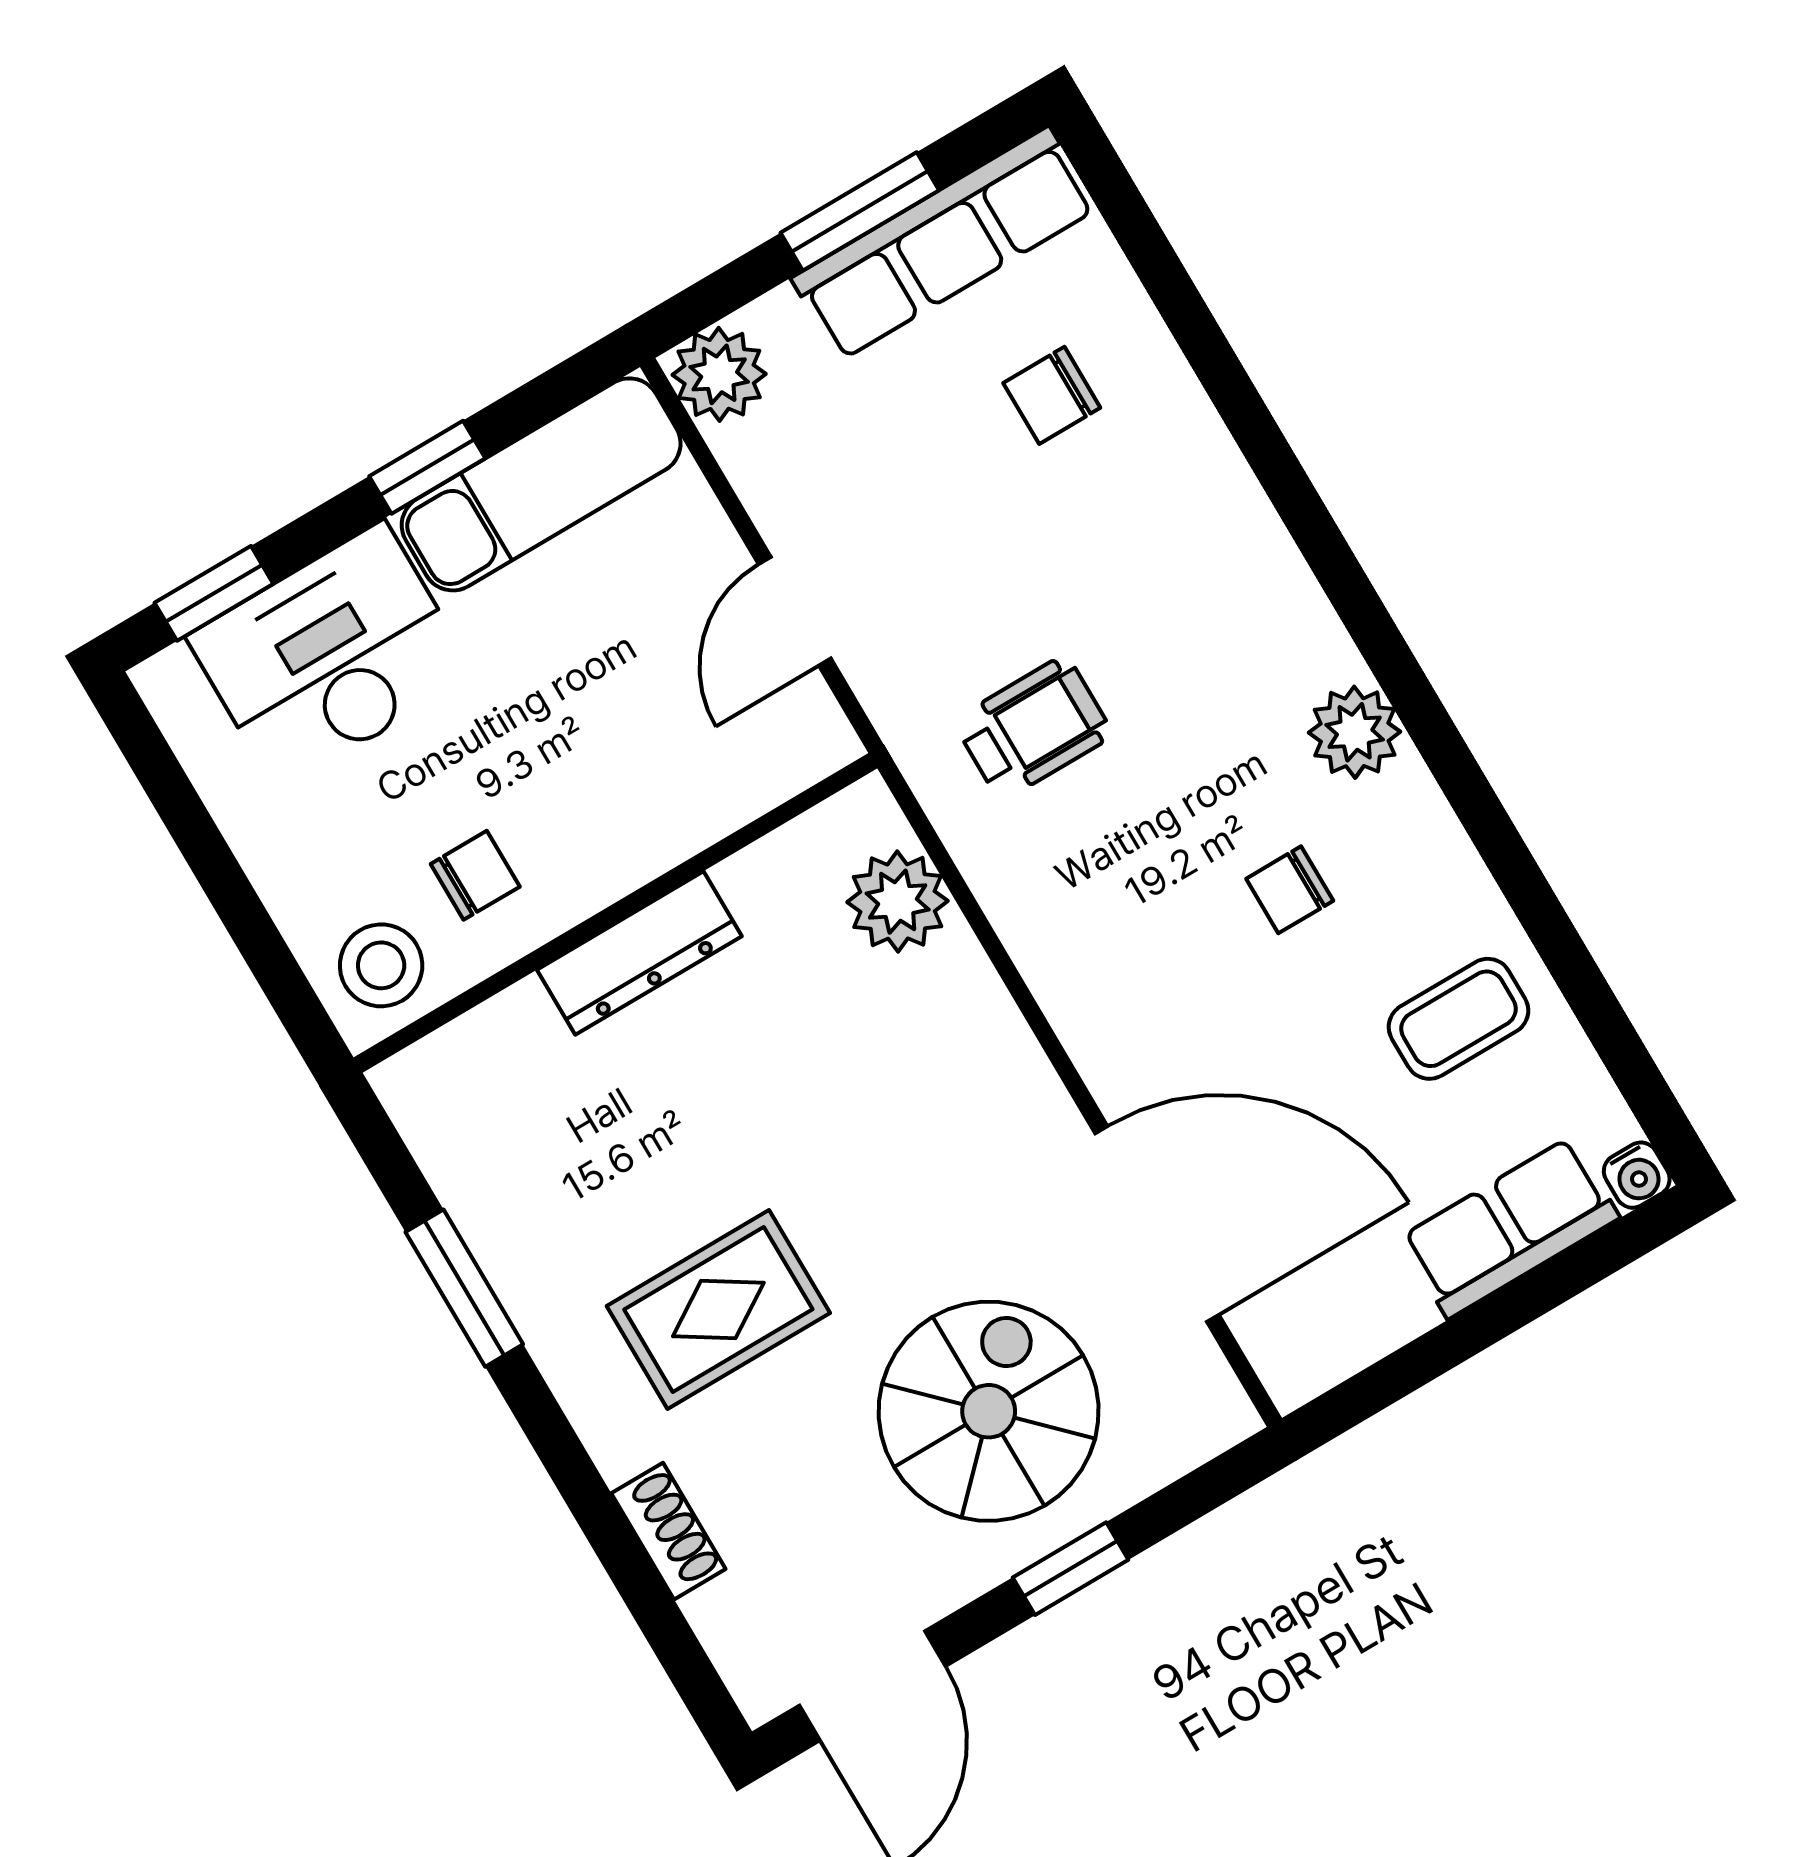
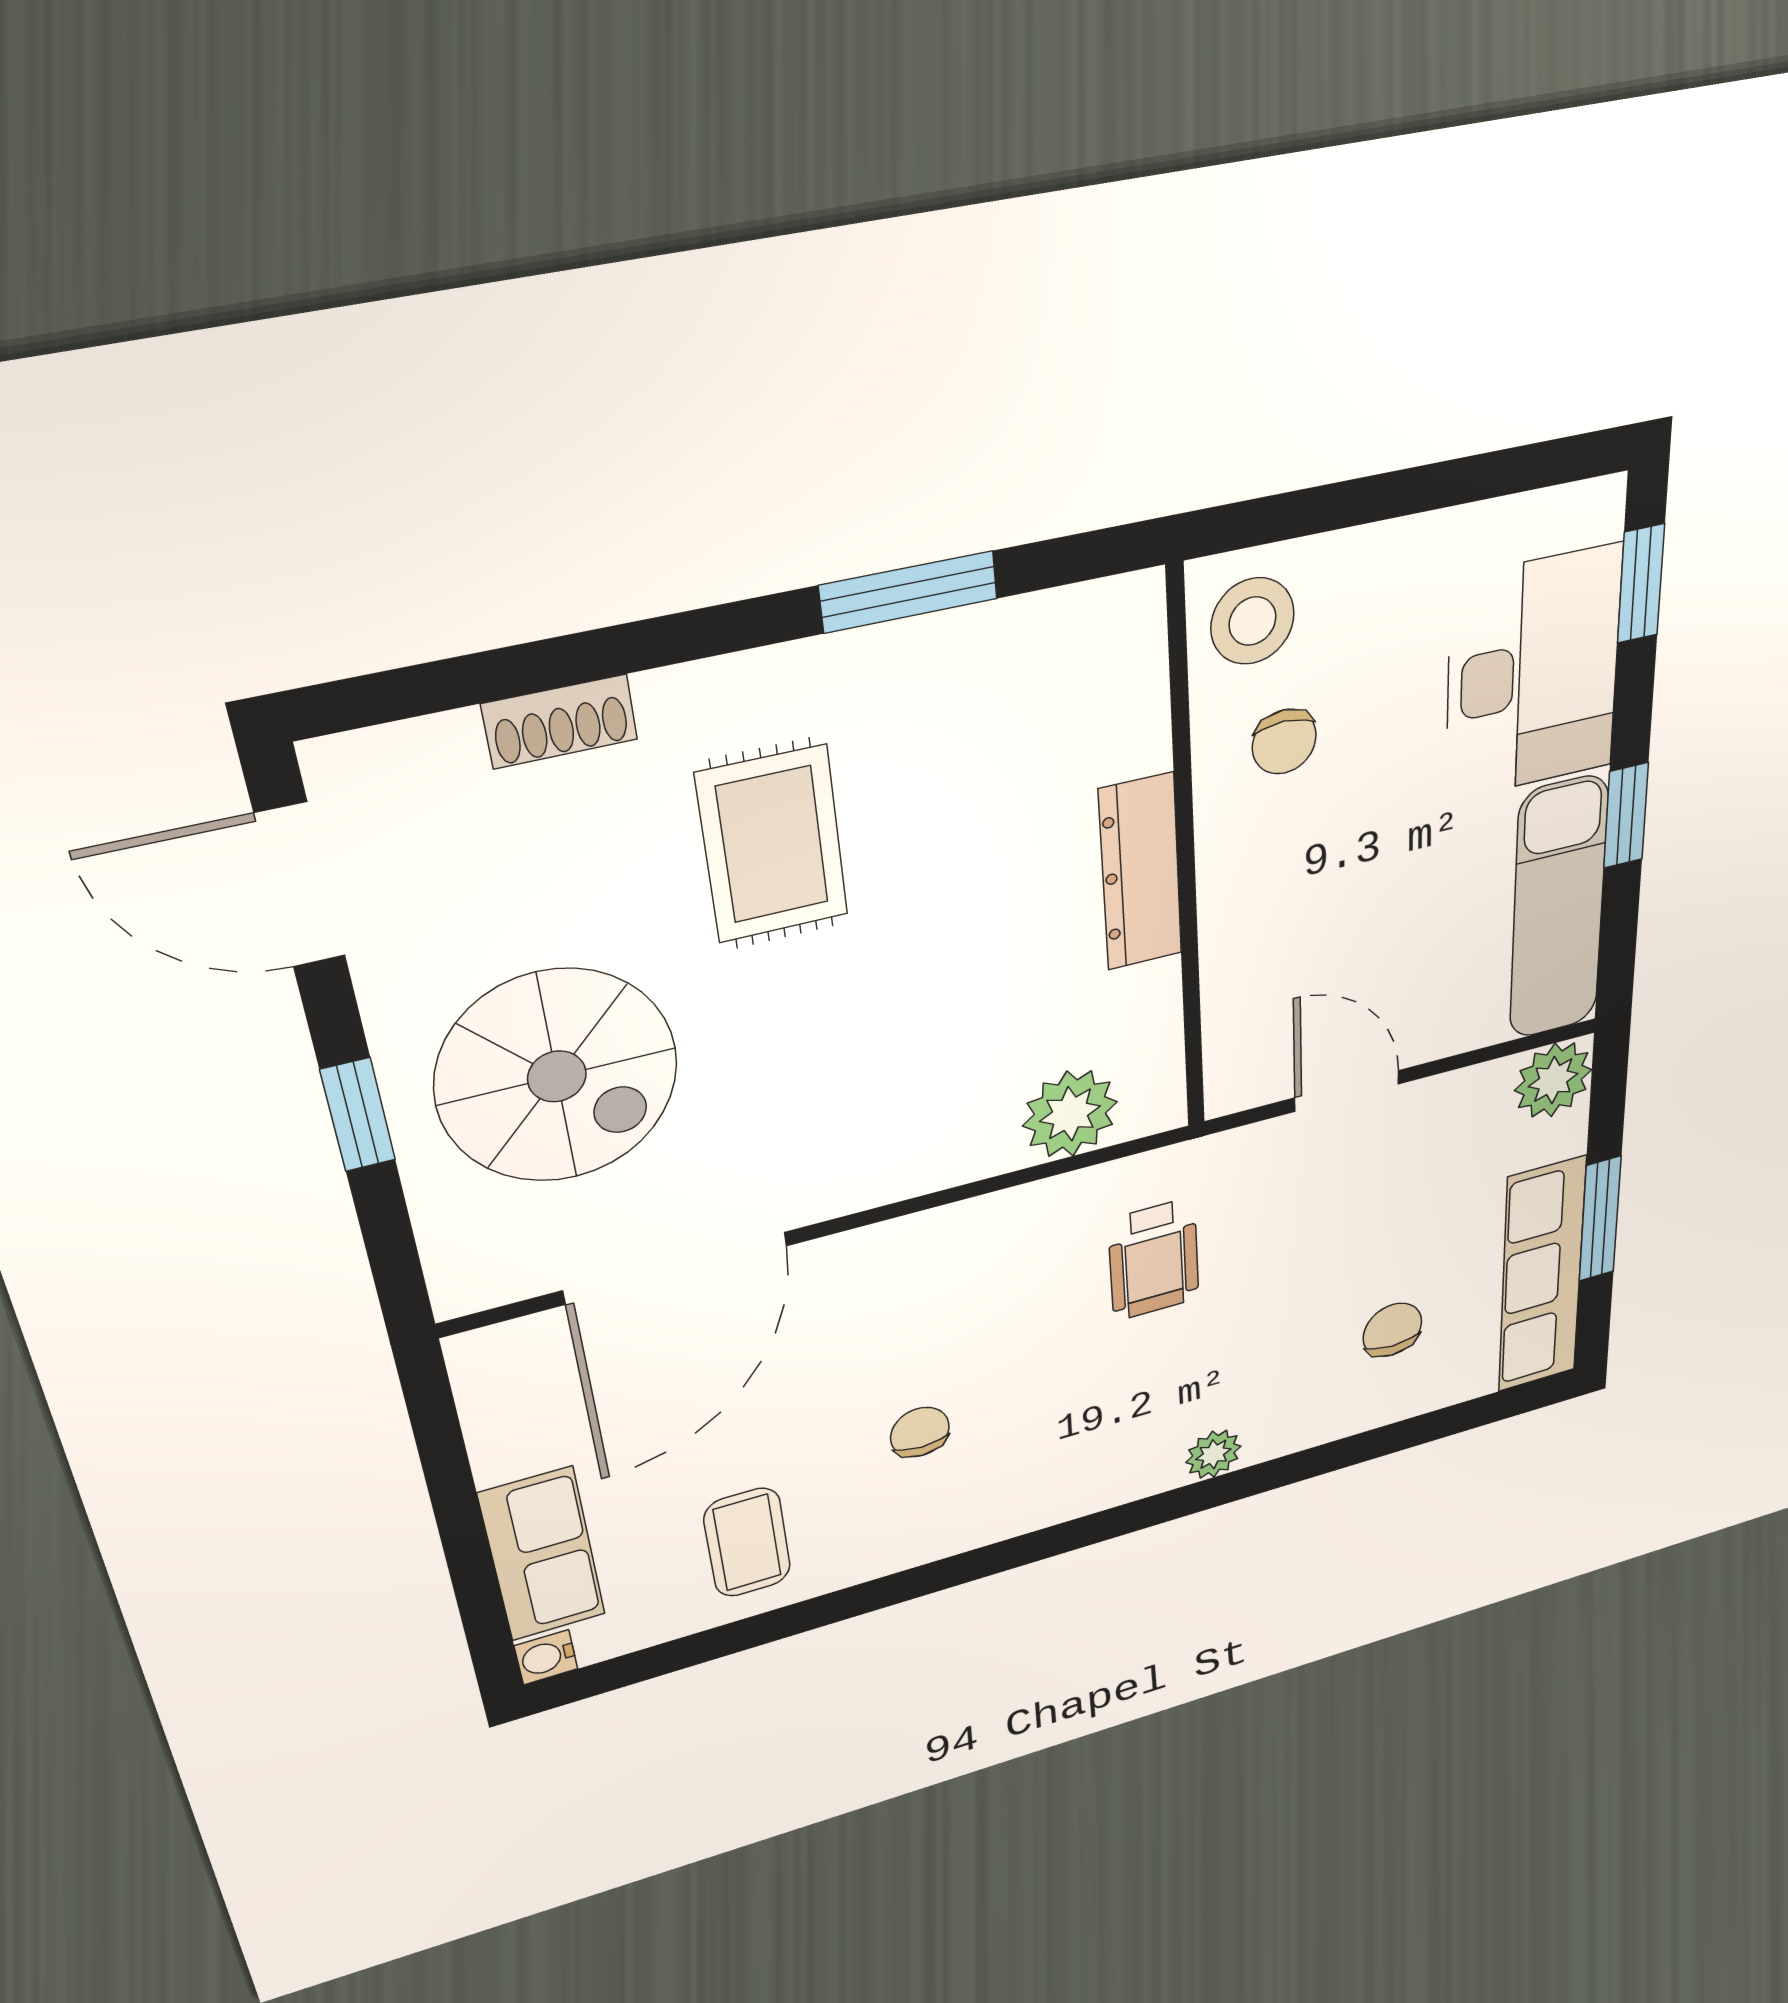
plant: (1355, 732) -> (1213, 1454), moved, width x0.73, depth x0.73

